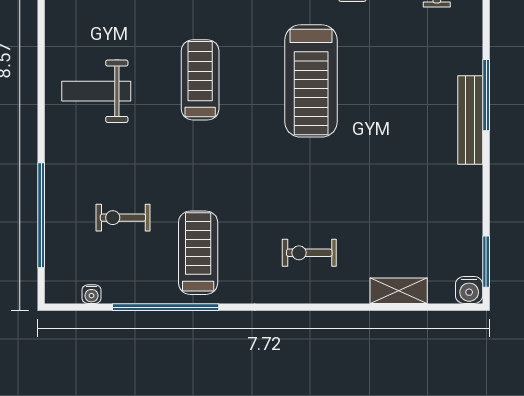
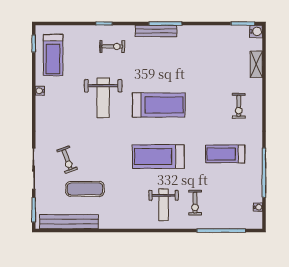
treadmill: (200, 80) -> (158, 157), width x1.37, depth x1.38
bench: (470, 120) -> (156, 31), moved
exercise bike: (123, 218) -> (195, 203), moved
treadmill: (198, 253) -> (225, 154), moved

